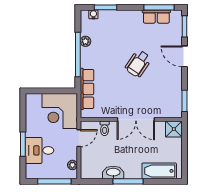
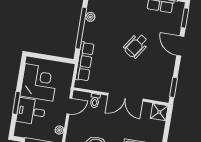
corner desk: (60, 111) -> (39, 82), moved, turned 180

